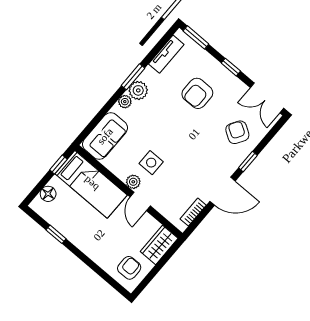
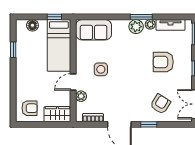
plant: (125, 102) -> (150, 24), moved
plant: (133, 182) -> (81, 96), moved

